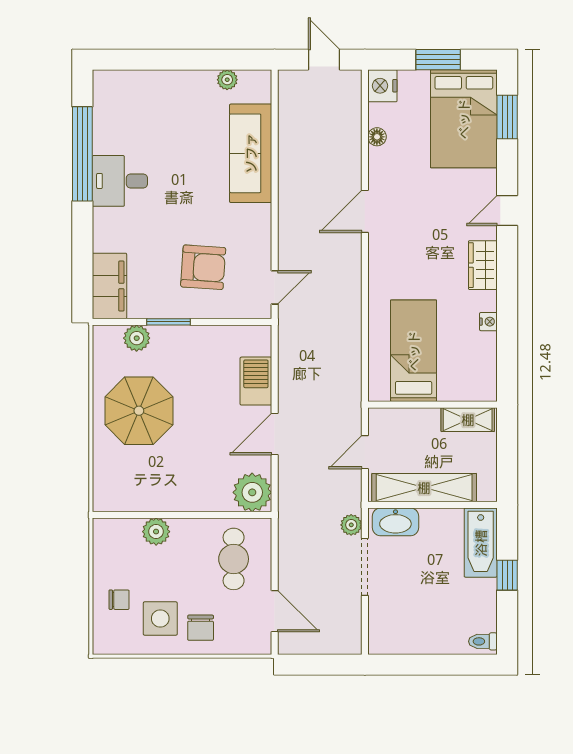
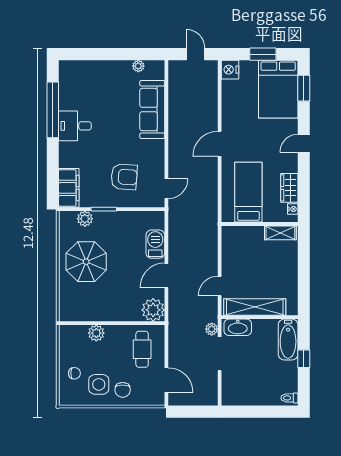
floor lamp: (377, 137) -> (227, 100), removed
wardrobe: (483, 265) -> (289, 188), moved
bed: (414, 351) -> (248, 192), moved
wall: (432, 405) -> (260, 224), moved
shelving: (468, 420) -> (280, 233), moved

